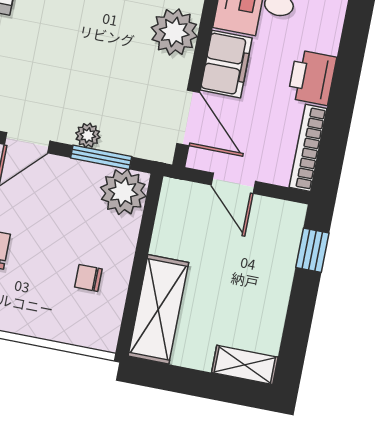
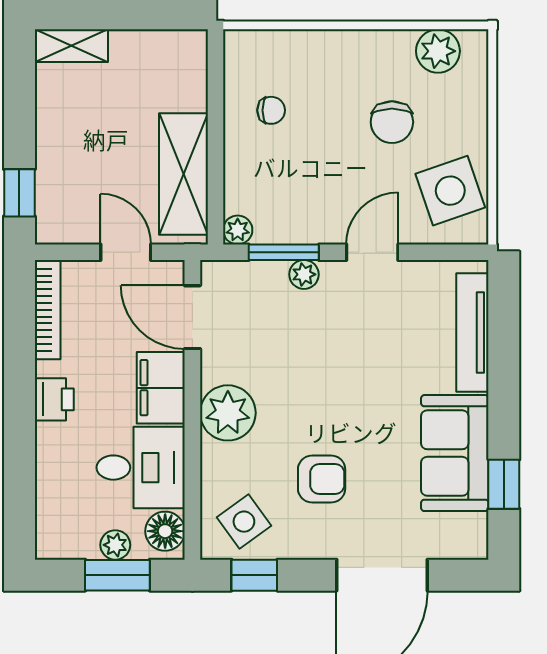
printer: (312, 78) -> (54, 399), width x0.73, depth x0.81
plant: (123, 192) -> (238, 230), width x0.53, depth x0.53
shelving: (158, 309) -> (183, 174), moved

